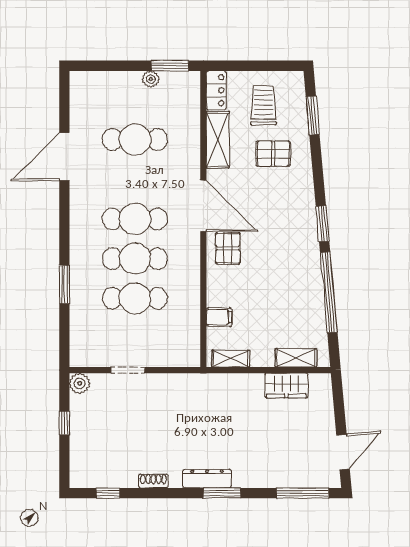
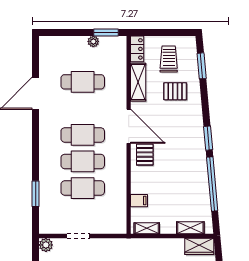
window: (64, 284) -> (36, 194), moved
wardrobe: (286, 386) -> (199, 246), moved

